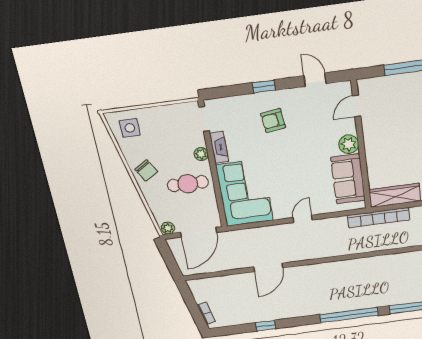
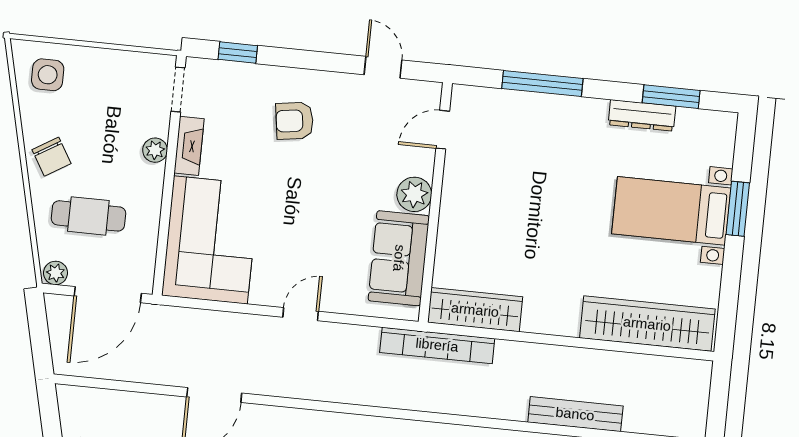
window: (264, 86) -> (238, 53), moved
cafe table: (188, 184) -> (88, 216), moved

